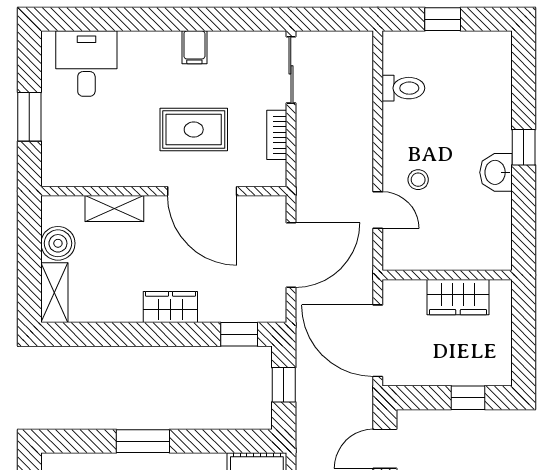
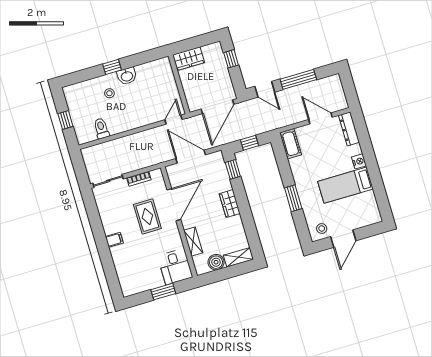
filing cabinet: (194, 47) -> (114, 240), moved
desk: (86, 64) -> (175, 267), moved, turned -90
stool: (418, 180) -> (109, 93), moved
door: (378, 210) -> (173, 120), moved
wardrobe: (458, 297) -> (189, 59), moved, turned 90

